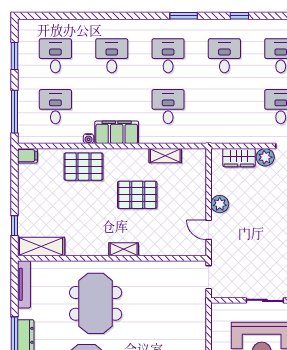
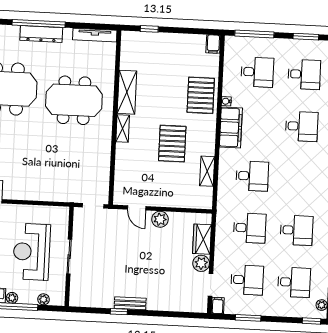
desk: (168, 56) -> (250, 228), moved
door: (209, 230) -> (137, 208), swing flipped
shelving: (41, 247) -> (127, 92), moved

